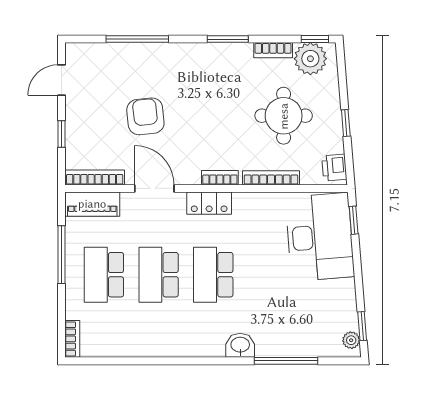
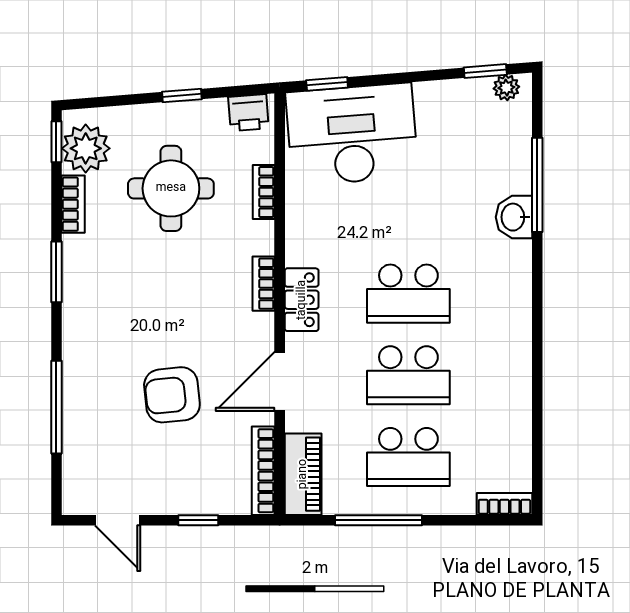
bookcase: (271, 178) -> (264, 192), width x0.64
washbasin: (240, 345) -> (514, 217), moved

